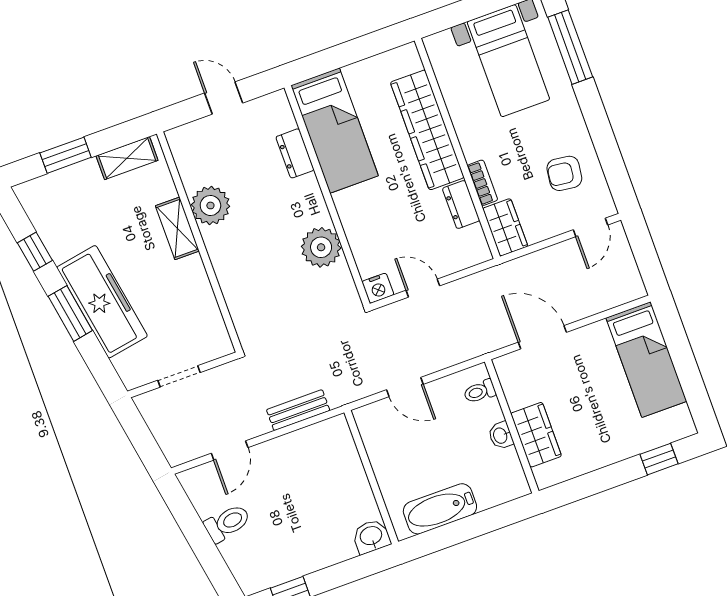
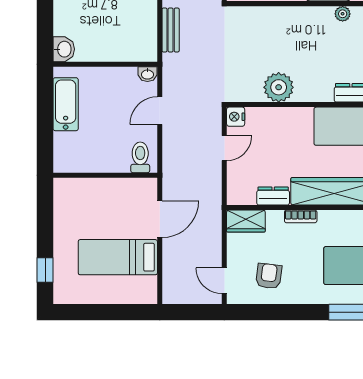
bookcase: (482, 183) -> (301, 216), moved
plant: (210, 205) -> (343, 14), width x0.53, depth x0.53
bed: (646, 360) -> (118, 257), moved
toilet: (480, 391) -> (140, 157), width x1.37, depth x1.39
washbasin: (501, 435) -> (147, 74), moved, turned 180
wardrobe: (536, 435) -> (93, 190), removed

